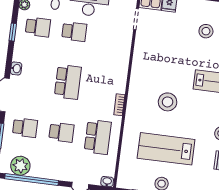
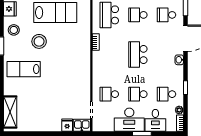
stool: (206, 31) -> (36, 107), removed
school desk: (111, 36) -> (109, 94), added
stool: (168, 102) -> (39, 41), moved

